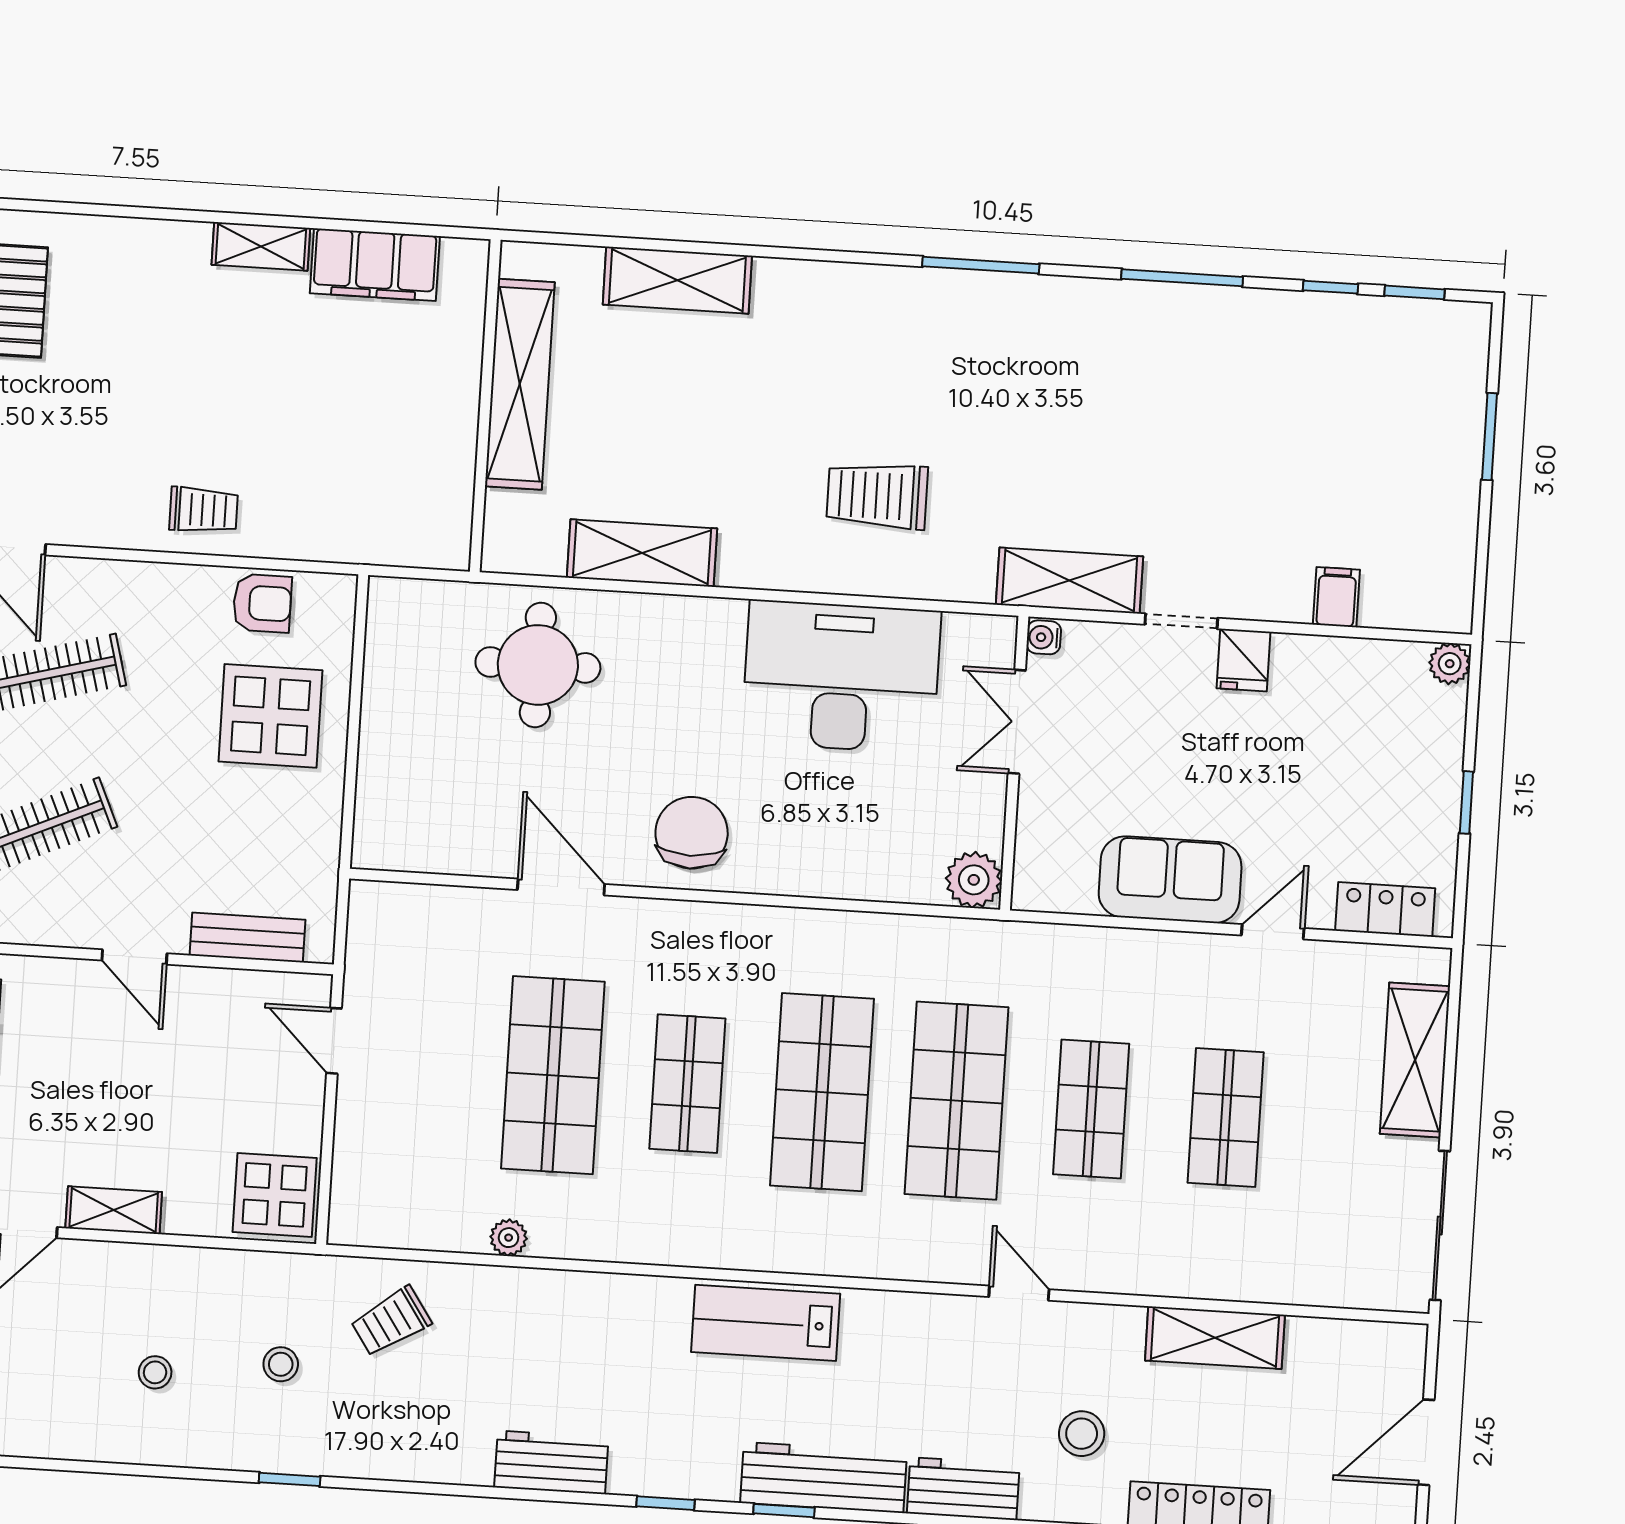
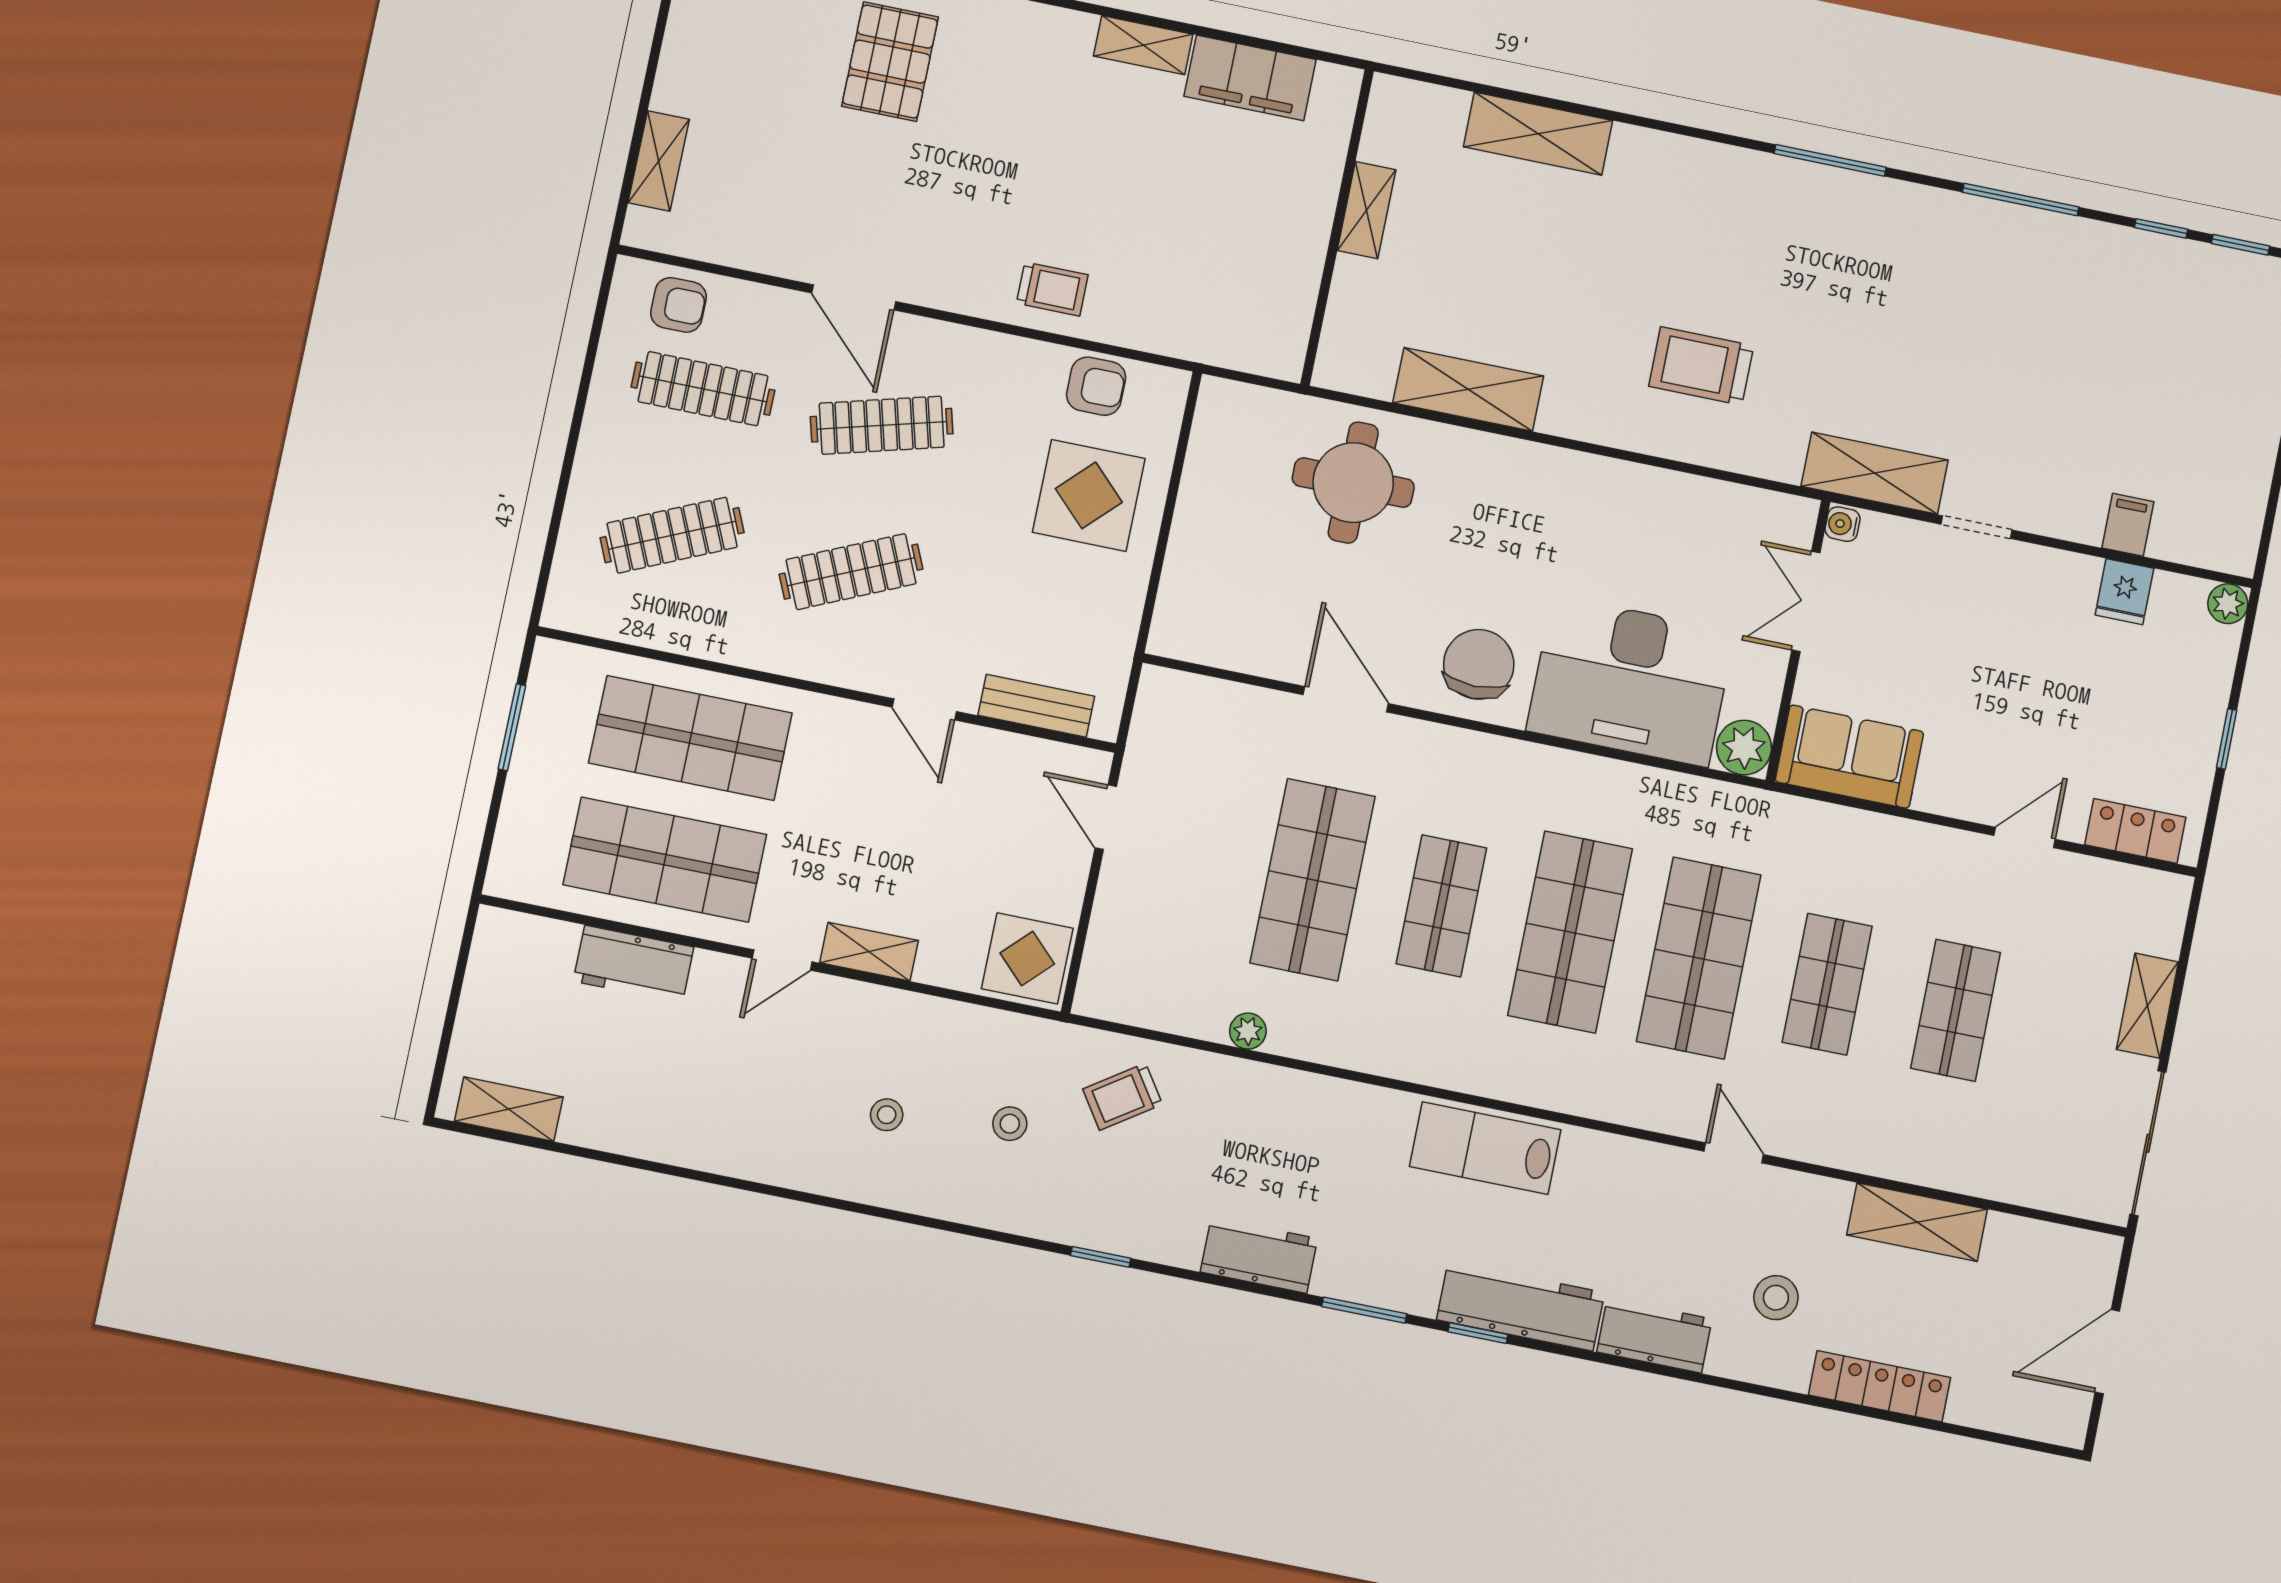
shelving: (520, 384) -> (1366, 210), width x0.45, depth x0.75
fridge: (1243, 660) -> (2124, 592), moved
desk: (841, 677) -> (1631, 681), moved, turned 180
sofa: (1170, 880) -> (1849, 757), moved
shelving: (1415, 1060) -> (2147, 1006), width x0.67, depth x0.75
window: (290, 1479) -> (1101, 1257), moved
window: (666, 1503) -> (1364, 1310), width x1.50

